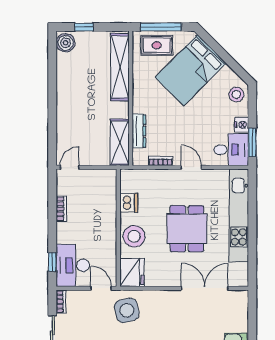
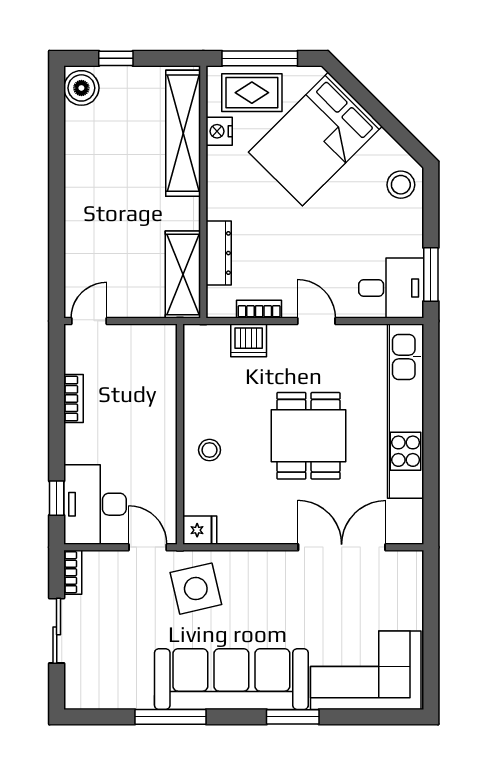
nightstand: (242, 125) -> (219, 131), moved, turned 180
dishwasher: (129, 203) -> (249, 340), moved, turned 90
stool: (134, 236) -> (210, 450), width x0.53, depth x0.53
fridge: (132, 272) -> (200, 530), width x0.53, depth x0.75

